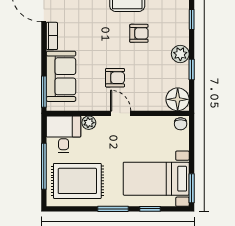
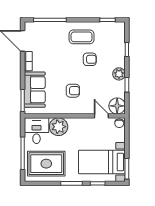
door: (121, 113) -> (101, 116), moved
plant: (89, 123) -> (59, 127), width x1.88, depth x1.88

